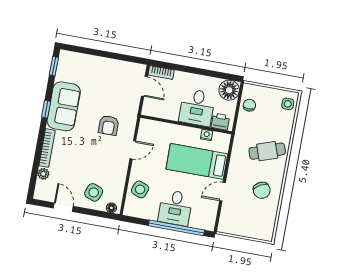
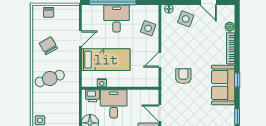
chair: (249, 105) -> (49, 12), moved

